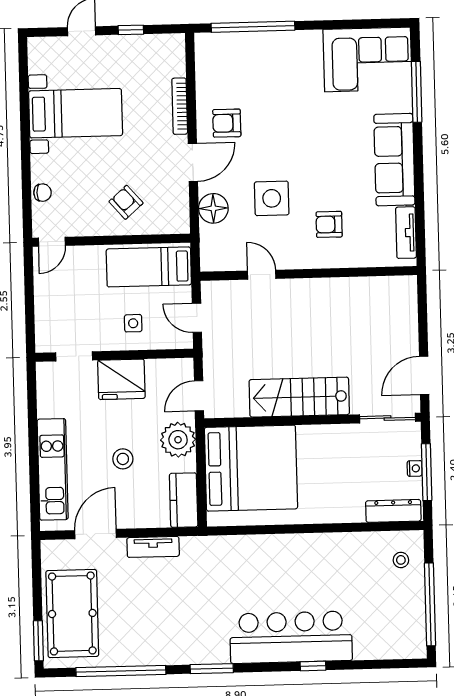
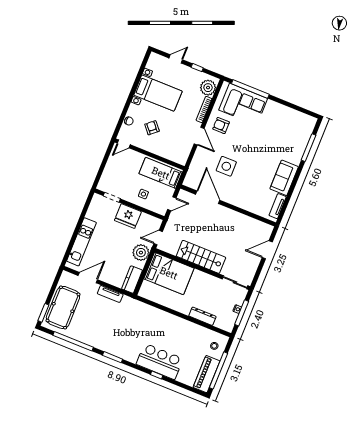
corner sofa: (367, 59) -> (243, 104), moved
plant: (169, 60) -> (208, 88), added
sofa: (394, 160) -> (284, 178), width x0.73
door: (193, 163) -> (199, 136), hinge flipped
armchair: (126, 202) -> (152, 128), moved
floor lamp: (213, 208) -> (199, 160), removed
armchair: (329, 224) -> (246, 188), removed
door: (262, 275) -> (208, 197), width x1.88
door: (197, 318) -> (172, 204), swing flipped
door: (424, 375) -> (267, 250), moved
stool: (123, 459) -> (114, 250), removed
bed: (251, 468) -> (169, 273), width x0.73
dresser: (393, 511) -> (202, 316), moved
piano: (410, 622) -> (207, 374), added
bar counter: (291, 637) -> (160, 361), width x0.73

